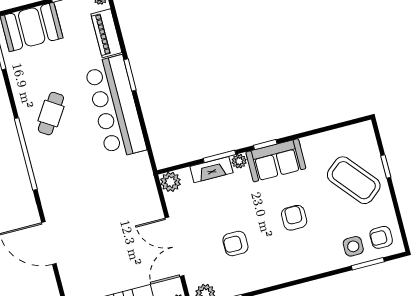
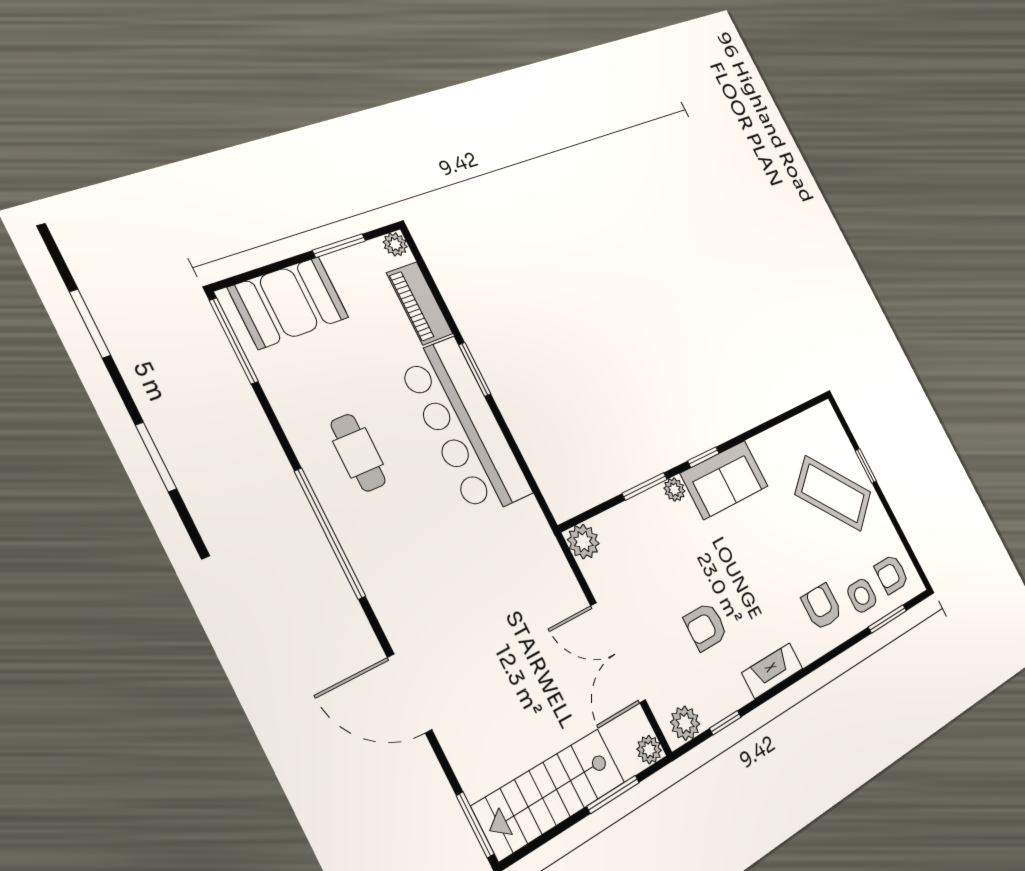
cafe table: (51, 114) -> (358, 453), turned -33
fireplace: (211, 170) -> (772, 671), moved, turned 180
armchair: (294, 218) -> (822, 607), moved

